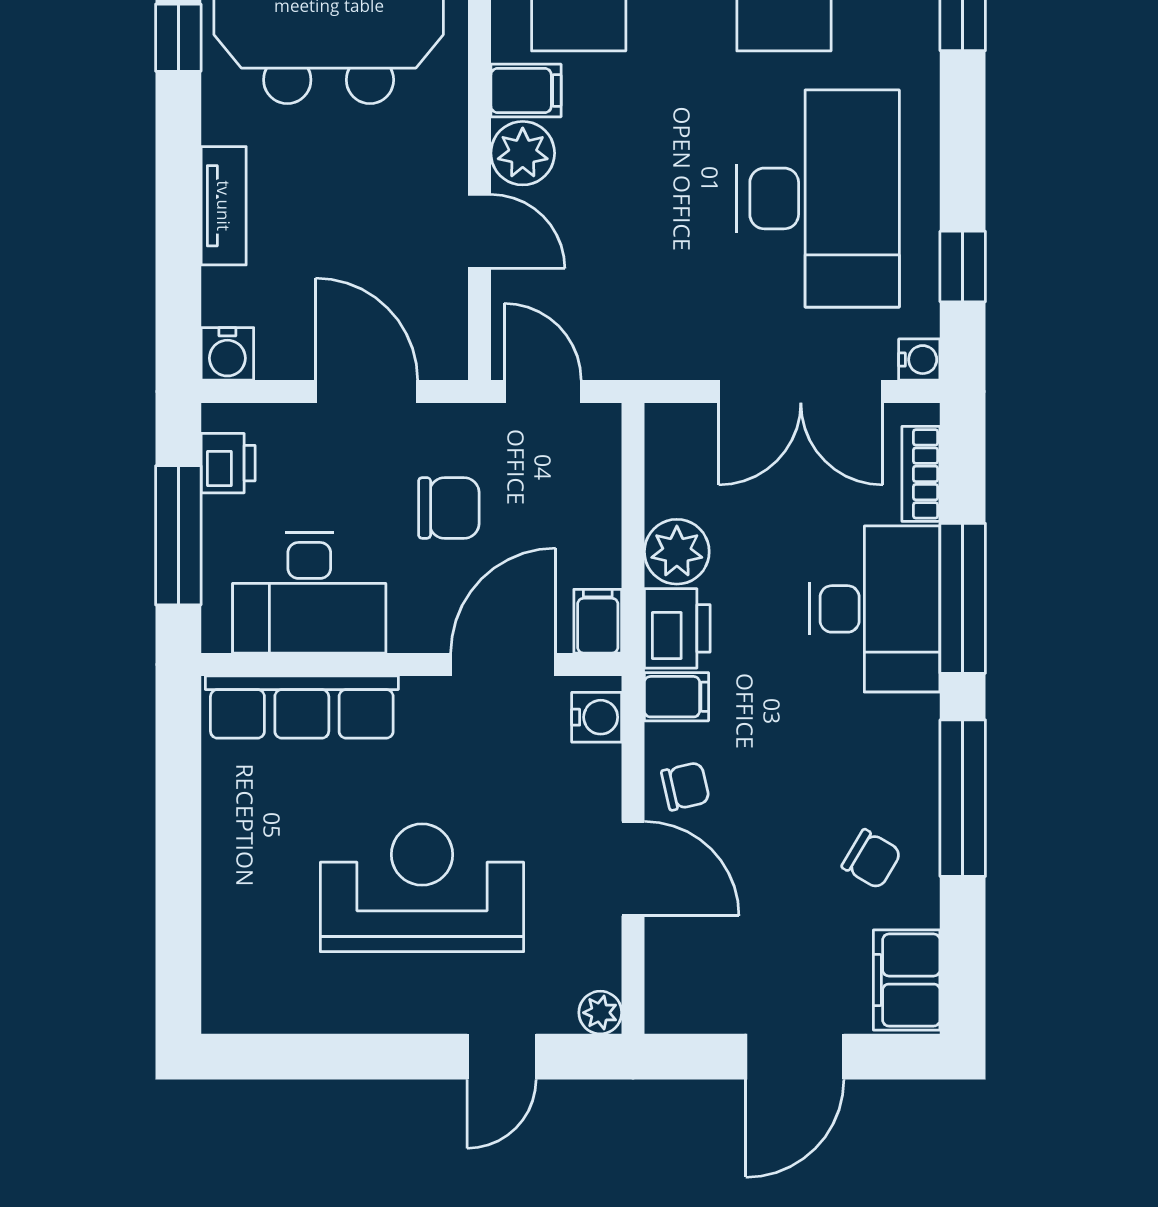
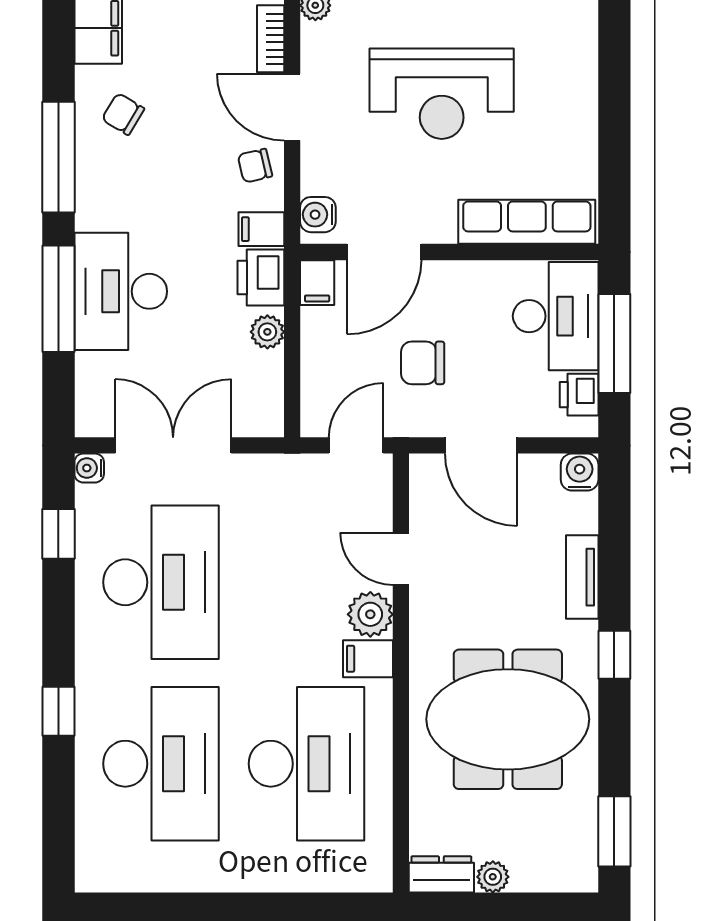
window: (178, 38) -> (614, 655), moved
desk: (818, 198) -> (161, 582), turned 180
door: (543, 392) -> (356, 445), swing flipped
bookcase: (921, 474) -> (271, 39), moved, turned 180
plant: (677, 552) -> (267, 332), width x0.73, depth x0.73
desk: (309, 593) -> (556, 316), moved, turned 90

